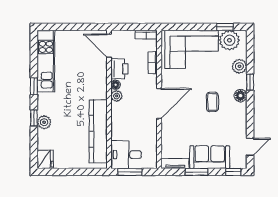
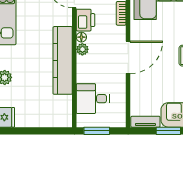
kitchen counter: (98, 131) -> (63, 60), moved
desk: (126, 155) -> (93, 99), moved

